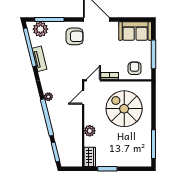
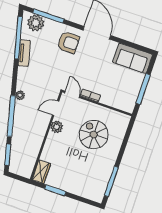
armchair: (135, 68) -> (119, 97), removed
door: (93, 80) -> (72, 94), hinge flipped
spiral stairs: (124, 109) -> (94, 134), width x0.73, depth x0.73
plant: (90, 131) -> (57, 127), moved

